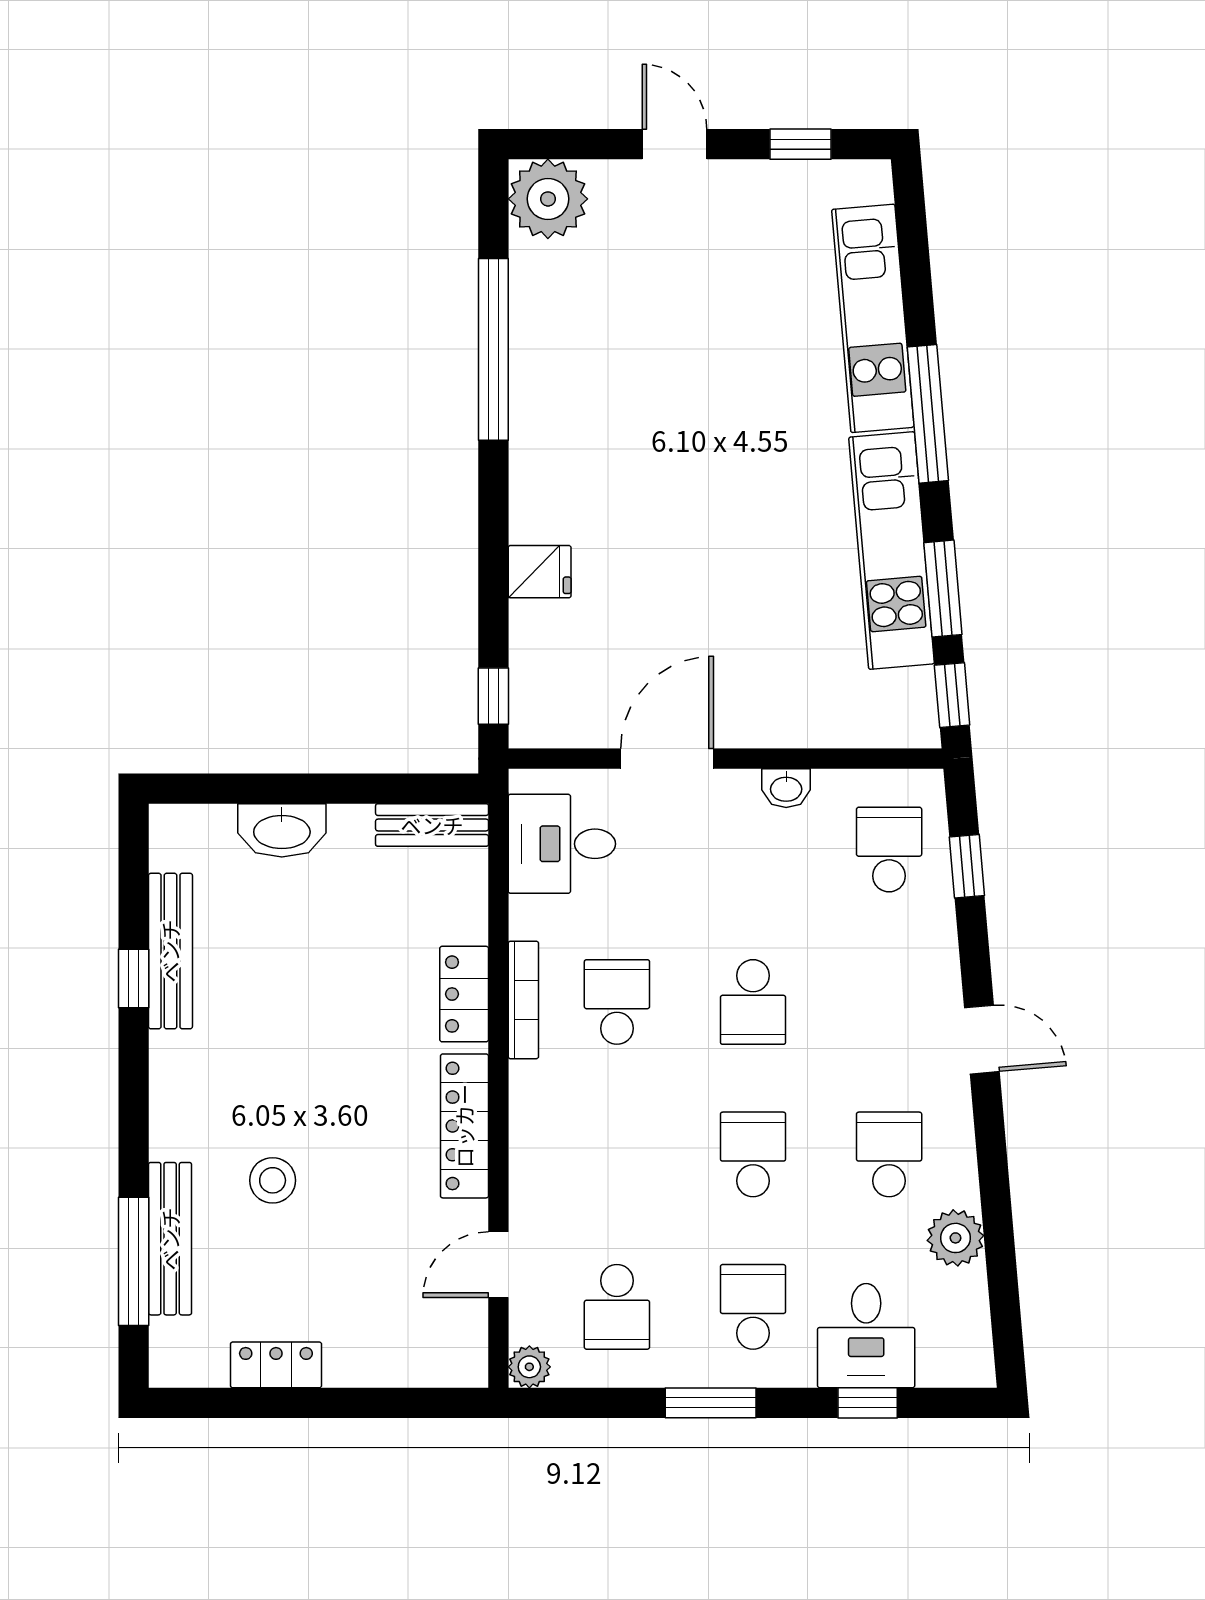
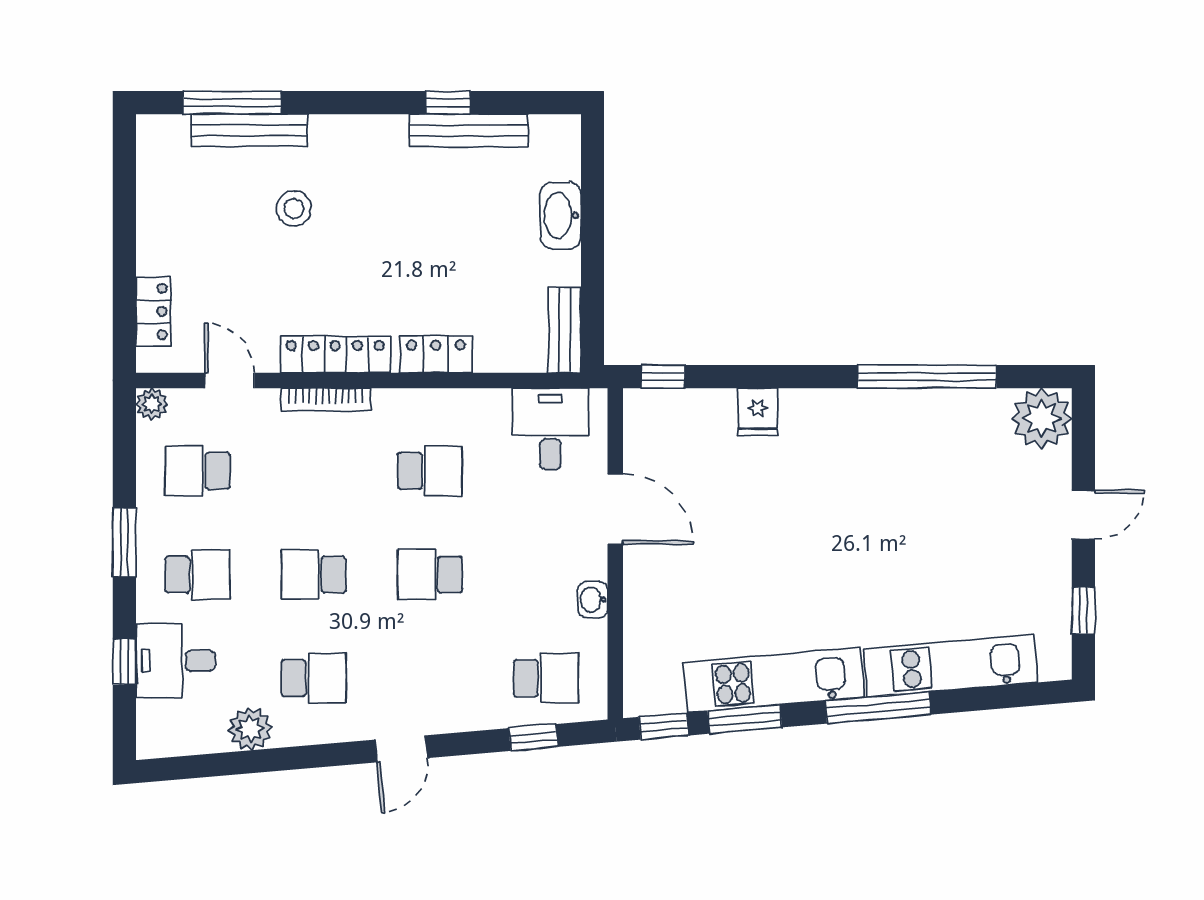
bookcase: (523, 1000) -> (326, 399), moved
school desk: (753, 1154) -> (314, 574), turned 180
locker: (276, 1365) -> (153, 312), moved

